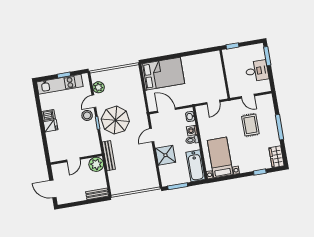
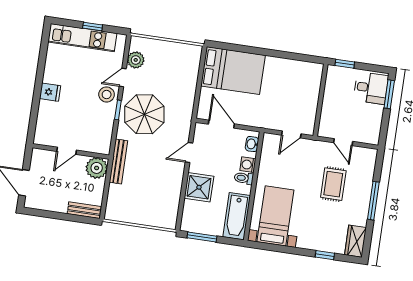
desk: (257, 71) -> (371, 88), moved
dishwasher: (48, 115) -> (52, 76), removed

